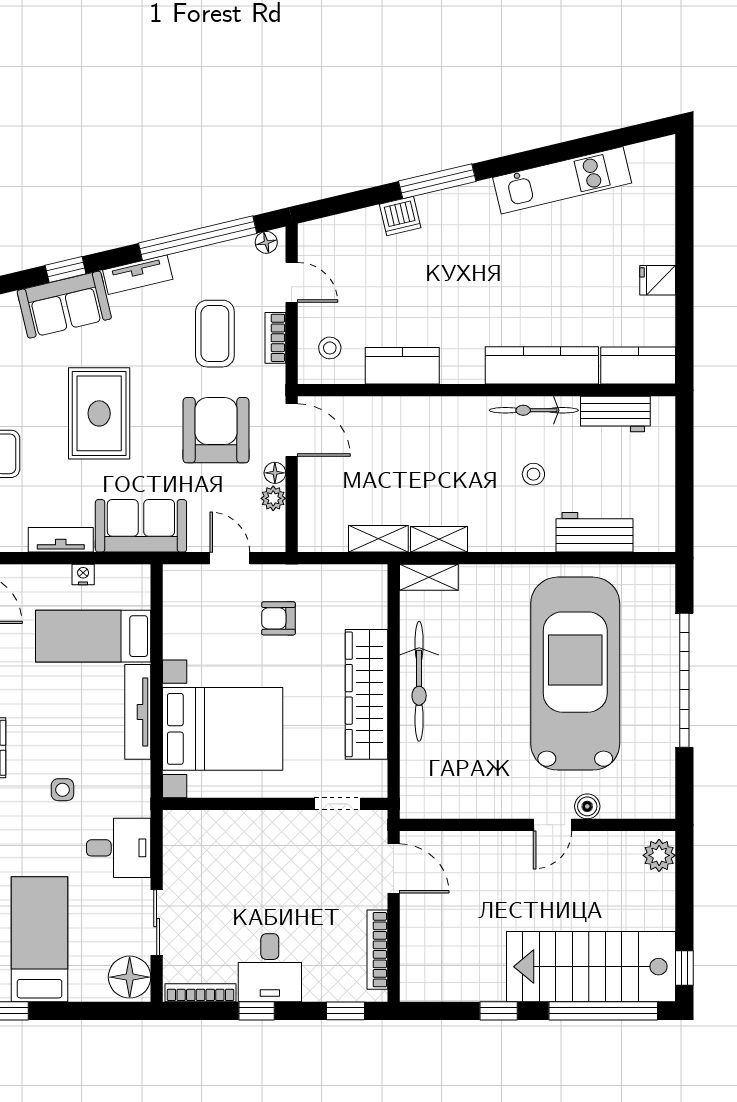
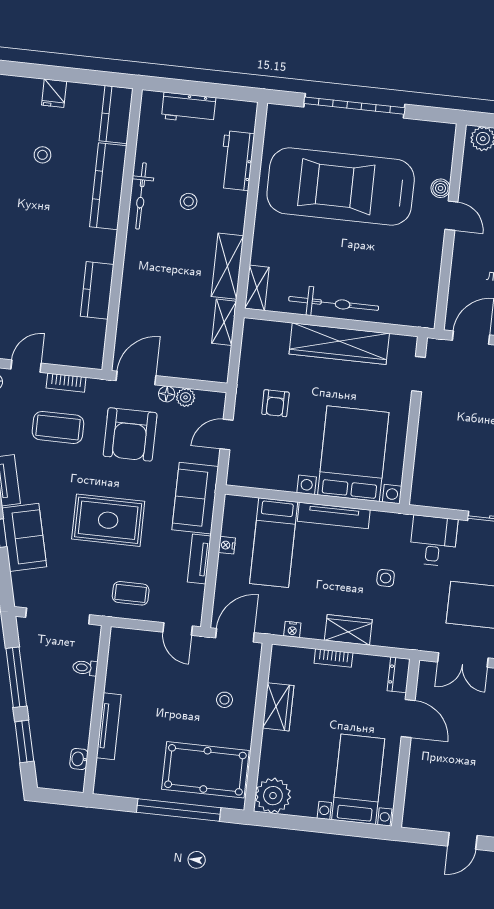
stool: (330, 348) -> (42, 155), moved
workbench: (615, 414) -> (189, 108), moved, turned 90
armchair: (216, 430) -> (130, 434), turned -90
shelving: (439, 539) -> (227, 266), width x1.50, depth x1.33

